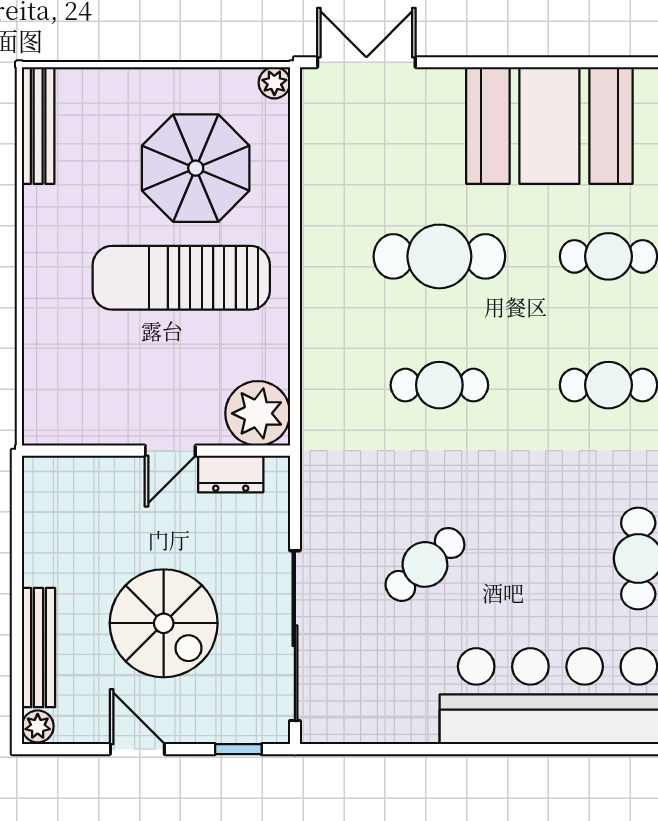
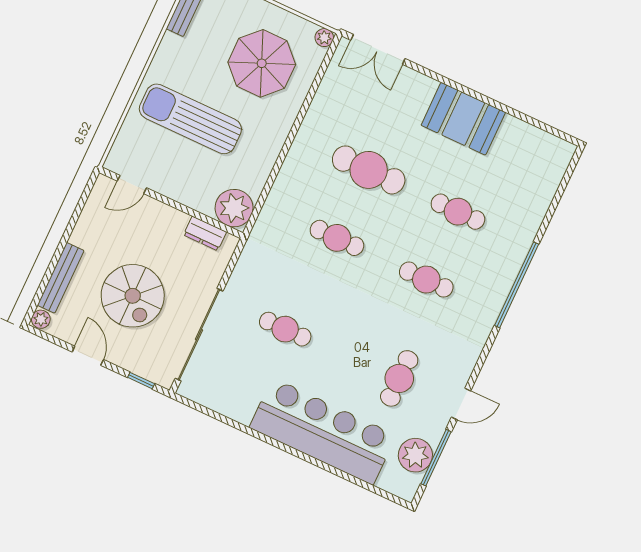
double door: (366, 62) -> (378, 49), swing flipped
booth: (549, 125) -> (463, 119), width x0.73, depth x0.70
sun lounger: (181, 278) -> (190, 119), moved
door: (170, 451) -> (132, 184), moved
cafe table: (425, 564) -> (285, 329), turned 41

